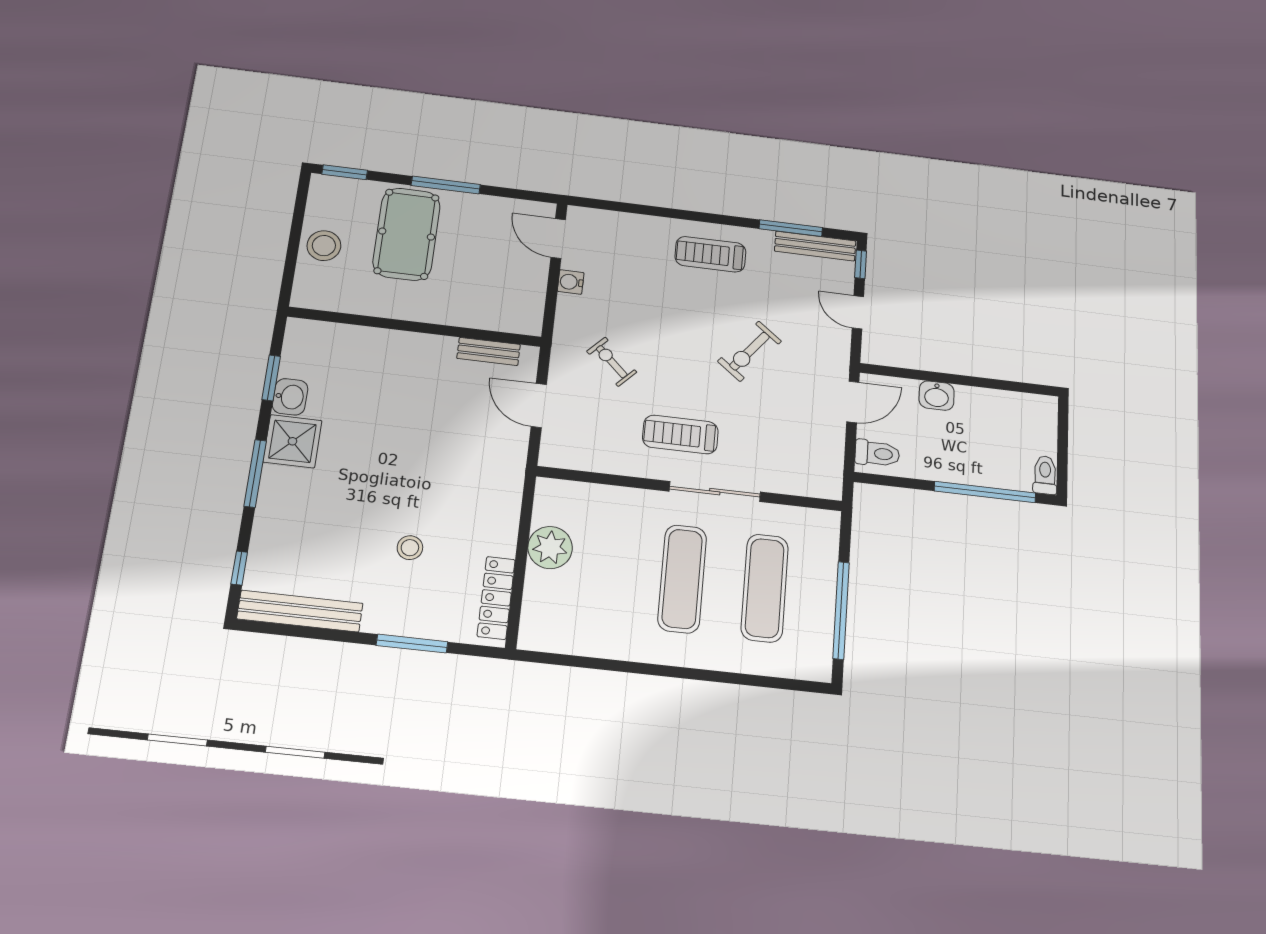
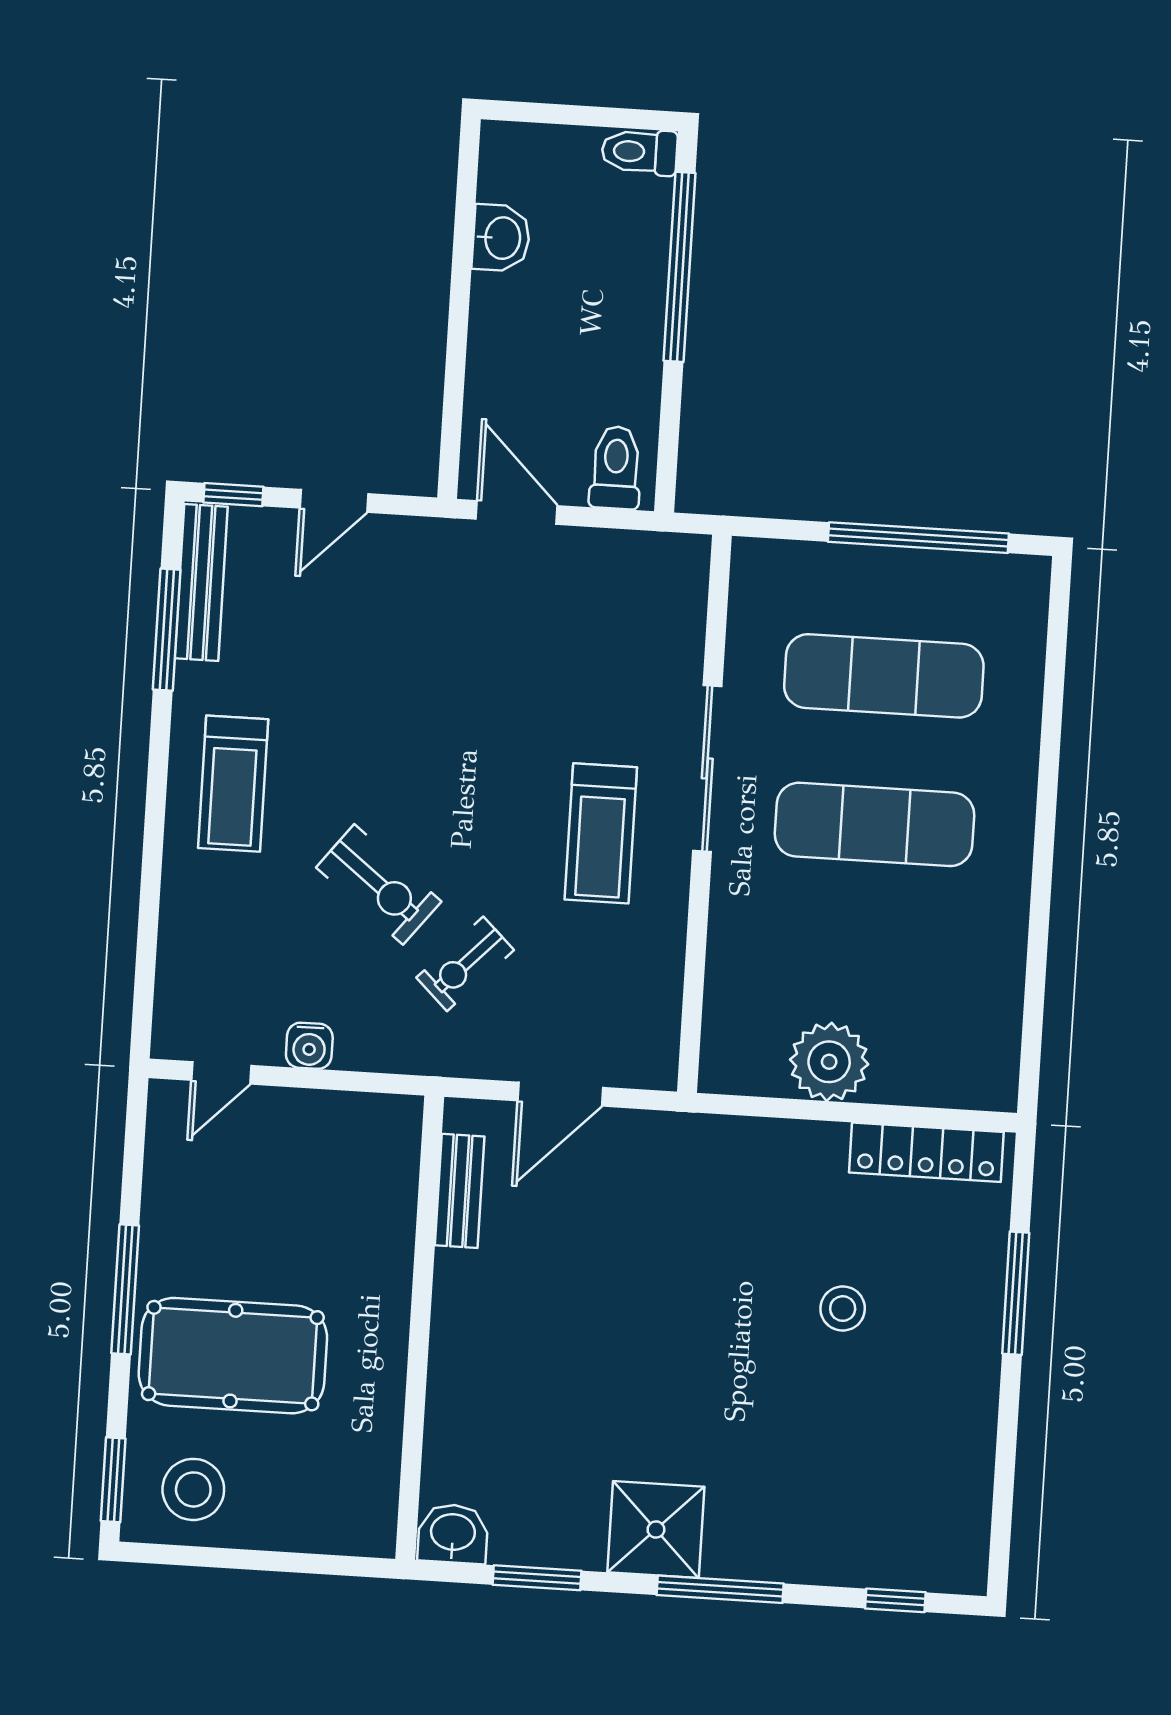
door: (558, 238) -> (221, 1073), width x0.73
stool: (324, 246) -> (193, 1489), moved
exercise bike: (750, 351) -> (379, 884), moved
washbasin: (937, 396) -> (501, 238), moved
washbasin: (290, 397) -> (453, 1534), moved
bench: (300, 611) -> (967, 1490), removed

